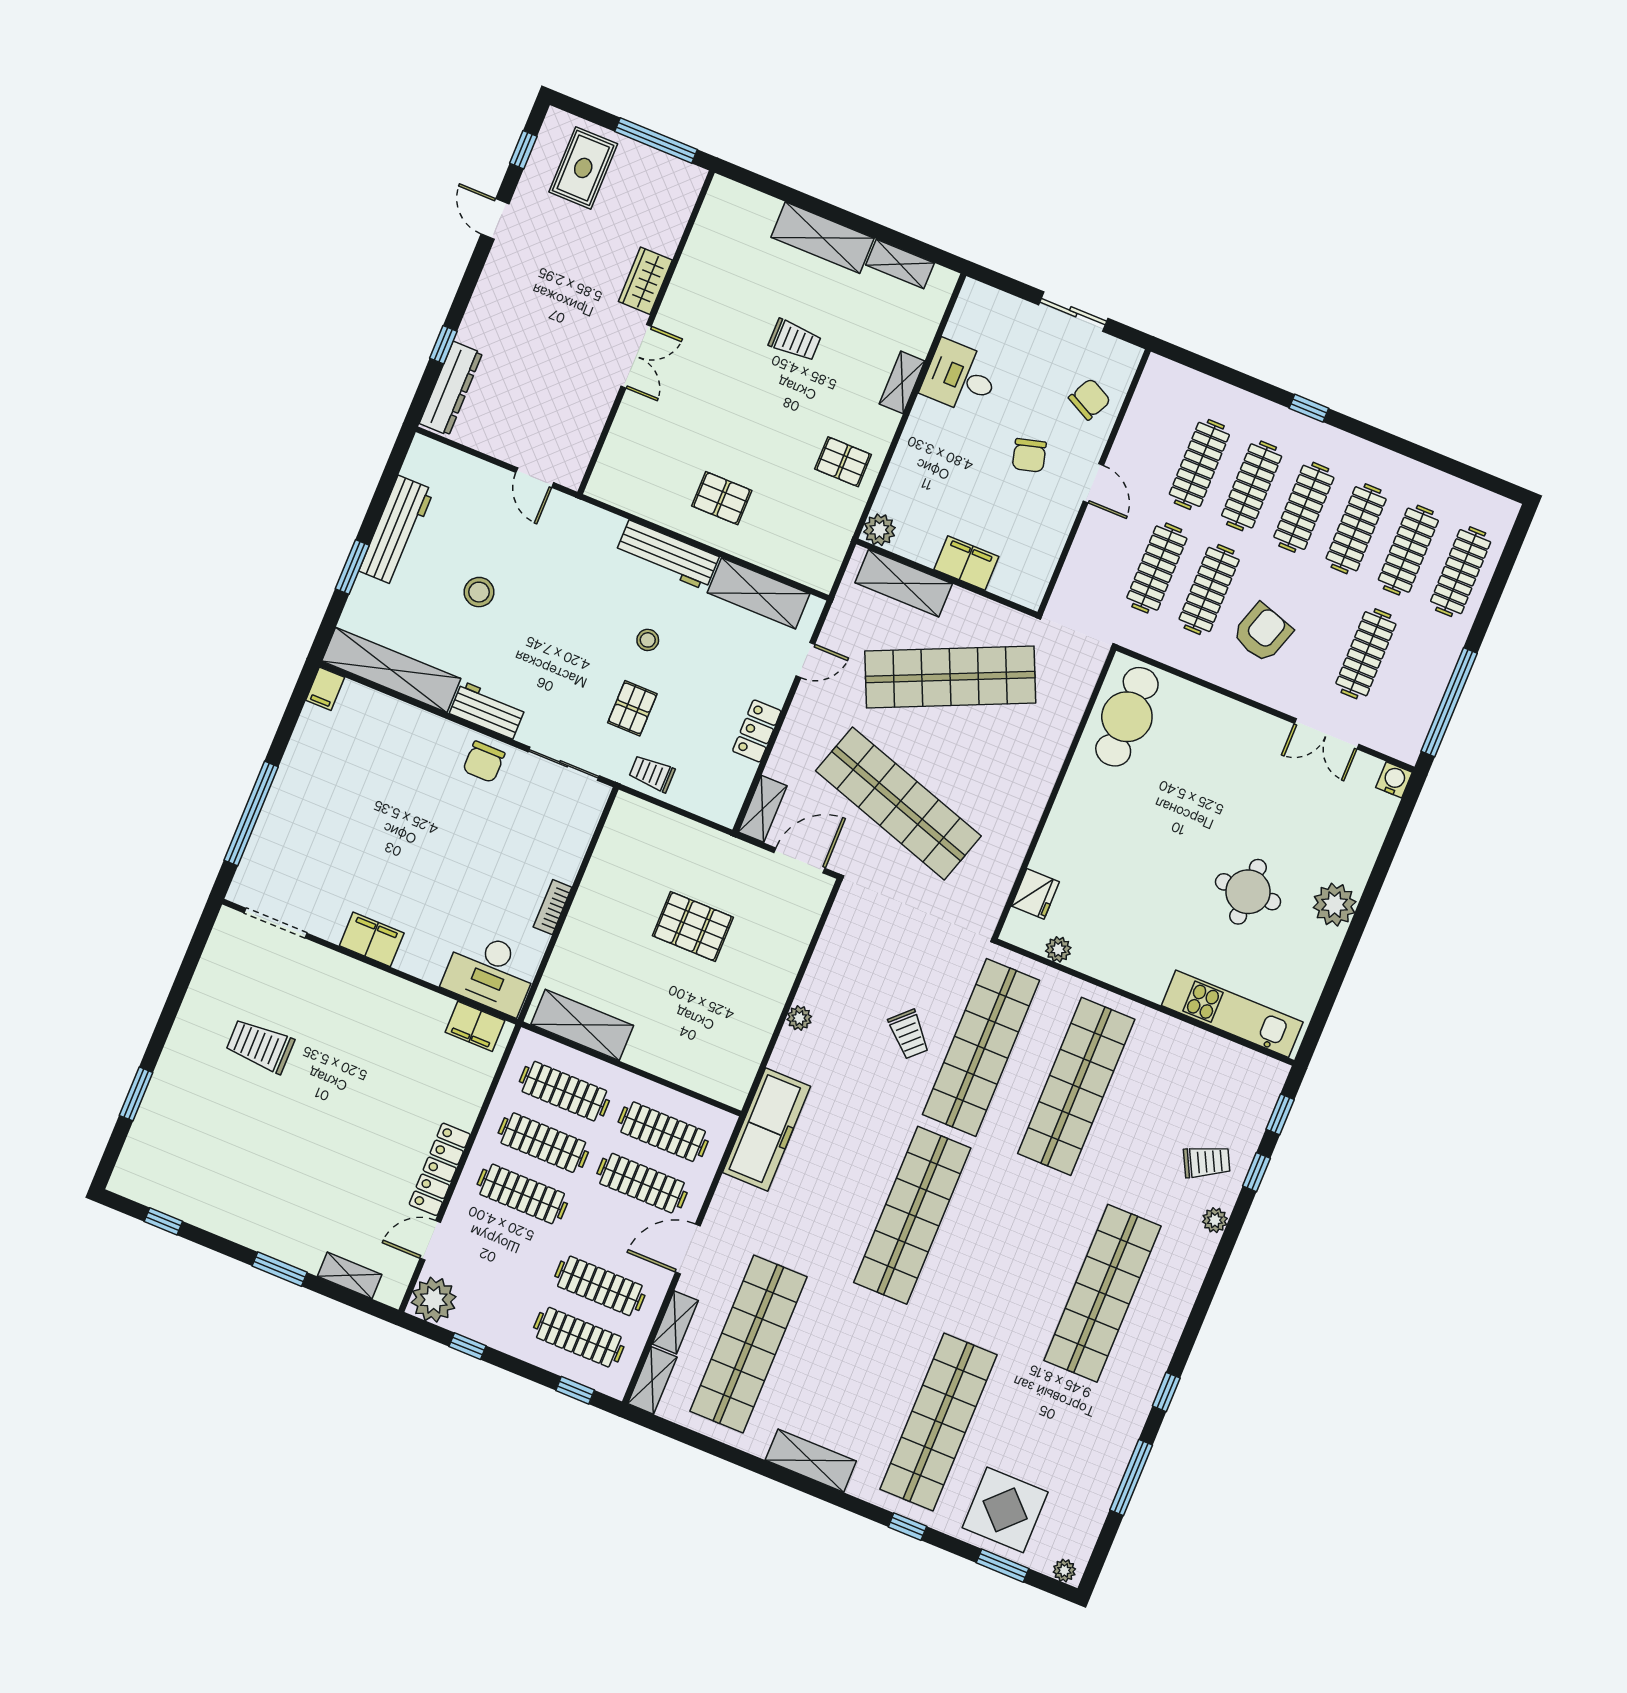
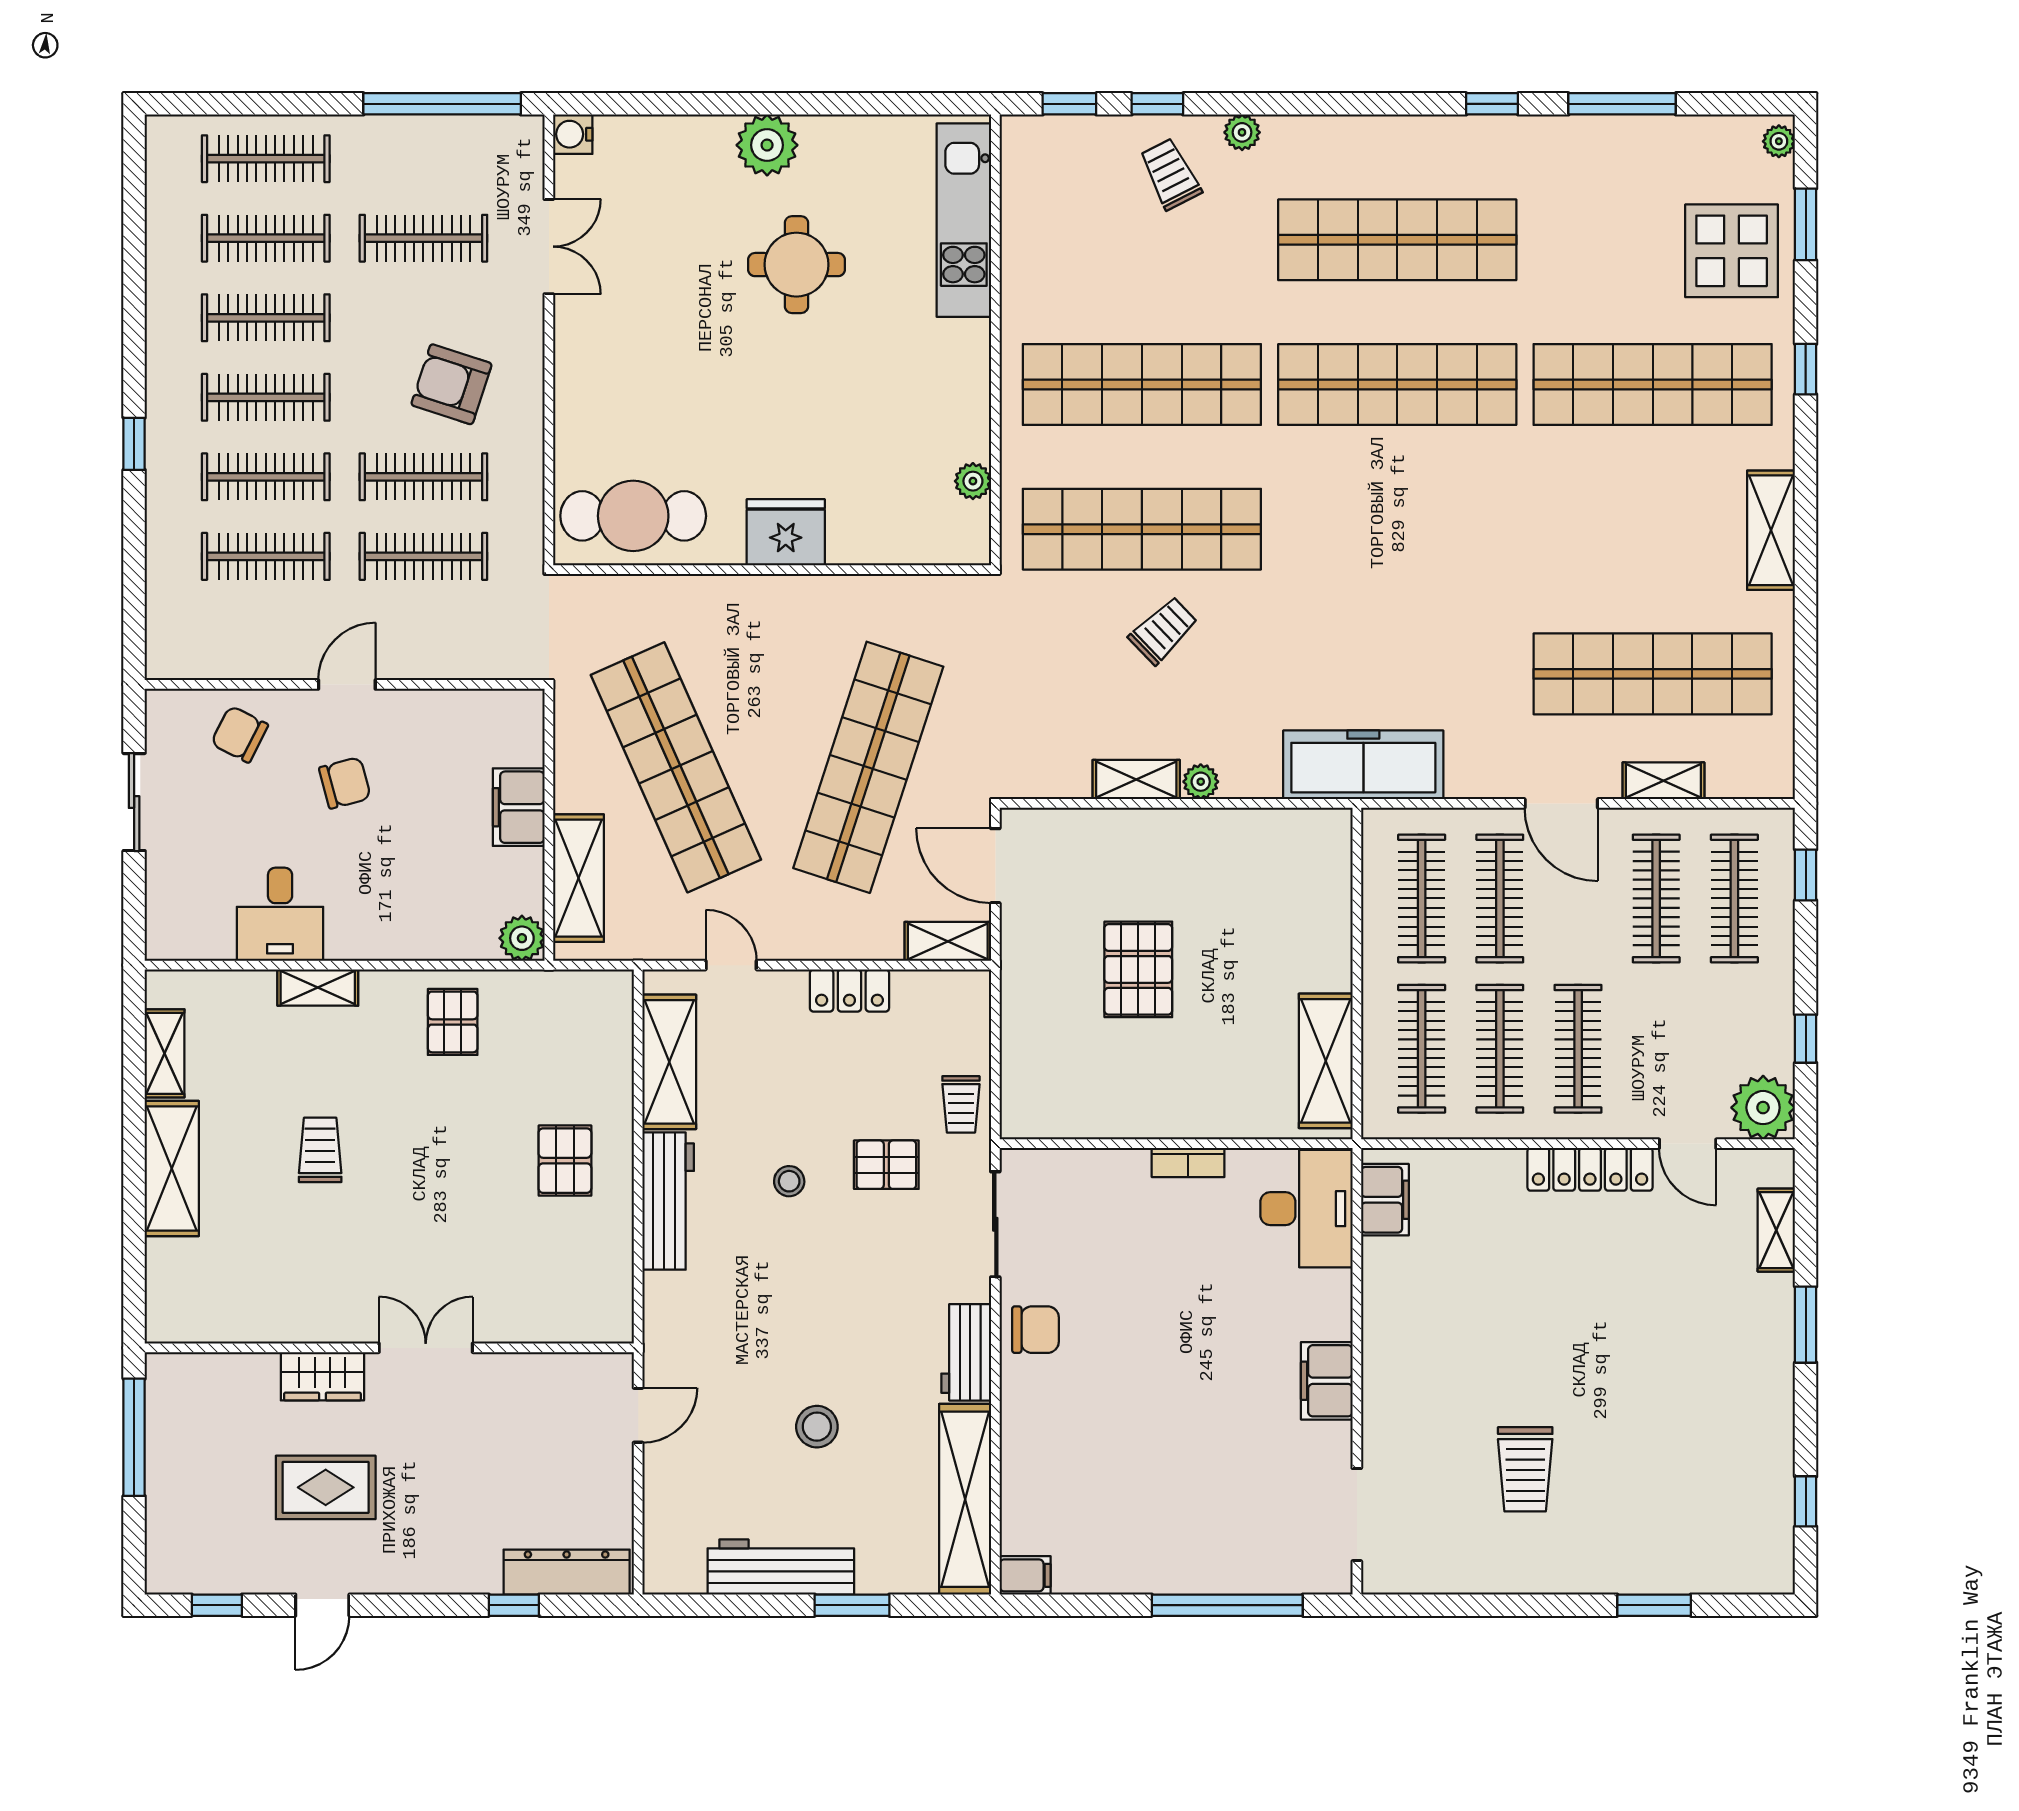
rug: (583, 168) -> (326, 1487), moved
fridge: (1035, 894) -> (786, 532), moved, width x1.36, depth x1.34
shop shelf: (912, 1215) -> (1397, 384), moved
shelving: (652, 1380) -> (1136, 780), moved

